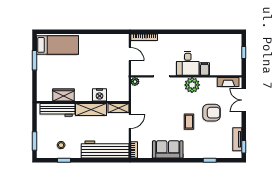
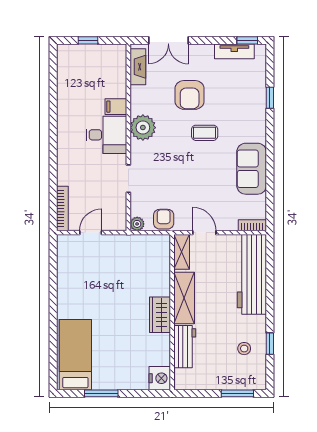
wardrobe: (63, 95) -> (160, 315), moved
nightstand: (100, 95) -> (160, 378), moved
armchair: (138, 97) -> (164, 219), added
workbench: (58, 110) -> (185, 347), width x0.73
armchair: (211, 113) -> (190, 95), turned 180

